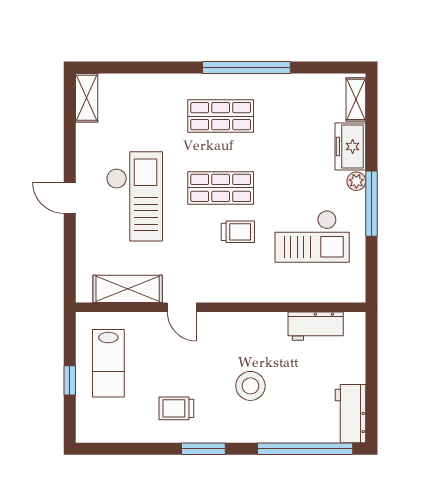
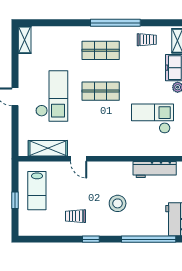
trolley: (238, 232) -> (147, 40), moved
checkout: (312, 236) -> (153, 119), turned 180
workbench: (316, 326) -> (155, 170), width x1.38
window: (203, 449) -> (91, 239), width x0.67

